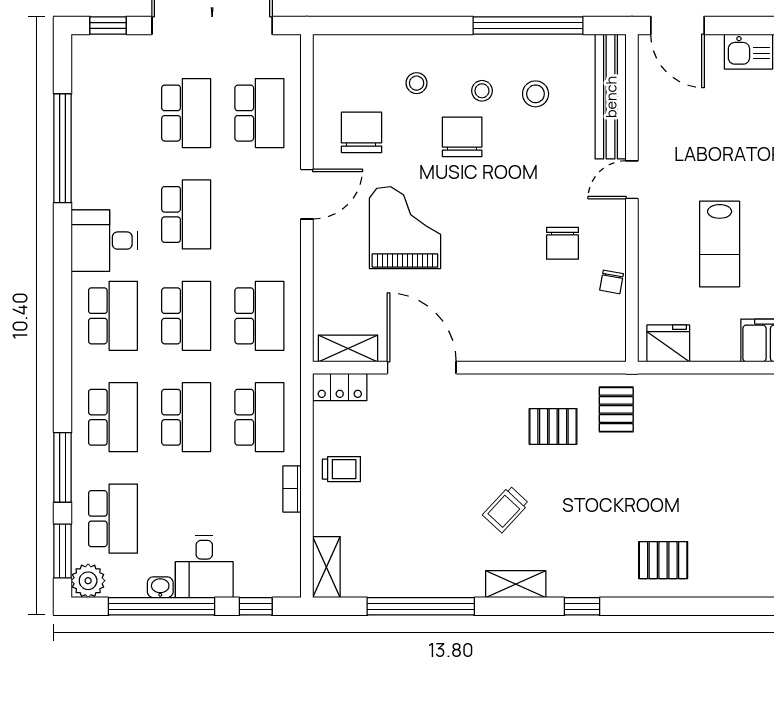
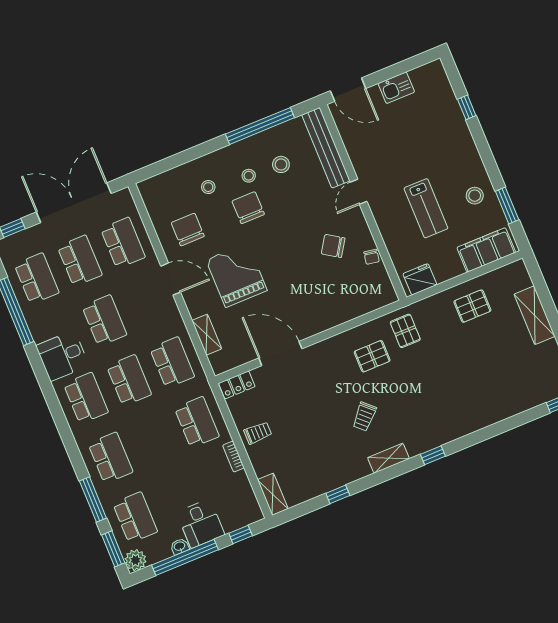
door: (307, 194) -> (171, 279), hinge flipped
chair: (562, 243) -> (333, 246), turned 123
shelving: (348, 348) -> (207, 335), moved, turned 90
school desk: (186, 417) -> (37, 278), moved
pallet: (663, 560) -> (472, 306), moved
window: (421, 606) -> (338, 494), width x0.32

